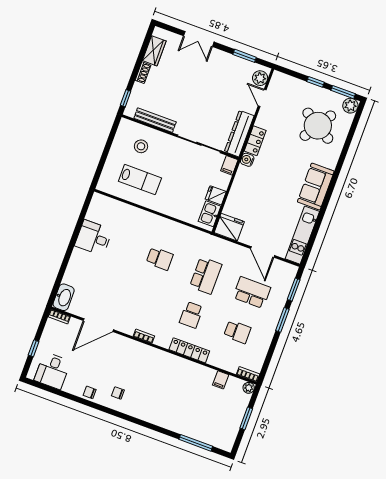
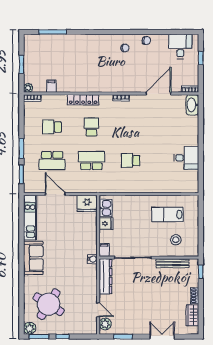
locker: (255, 141) -> (92, 276), removed
school desk: (206, 276) -> (91, 161), turned 90

